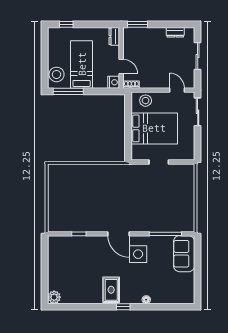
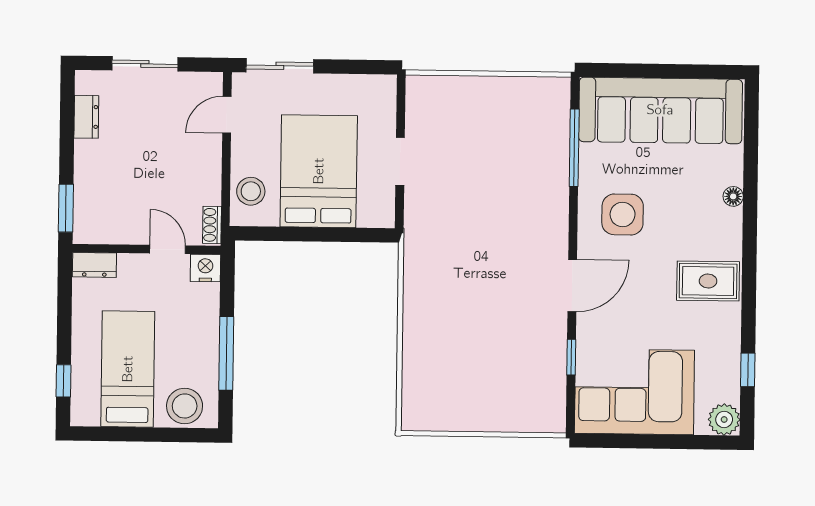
bed: (82, 64) -> (128, 369), moved, turned 90
door: (121, 67) -> (168, 249), hinge flipped
window: (68, 91) -> (226, 353), moved
door: (118, 234) -> (572, 286), moved
sofa: (184, 254) -> (660, 110), width x1.85, depth x1.27
corner sofa: (65, 260) -> (634, 392), added
window: (123, 307) -> (748, 370), moved

